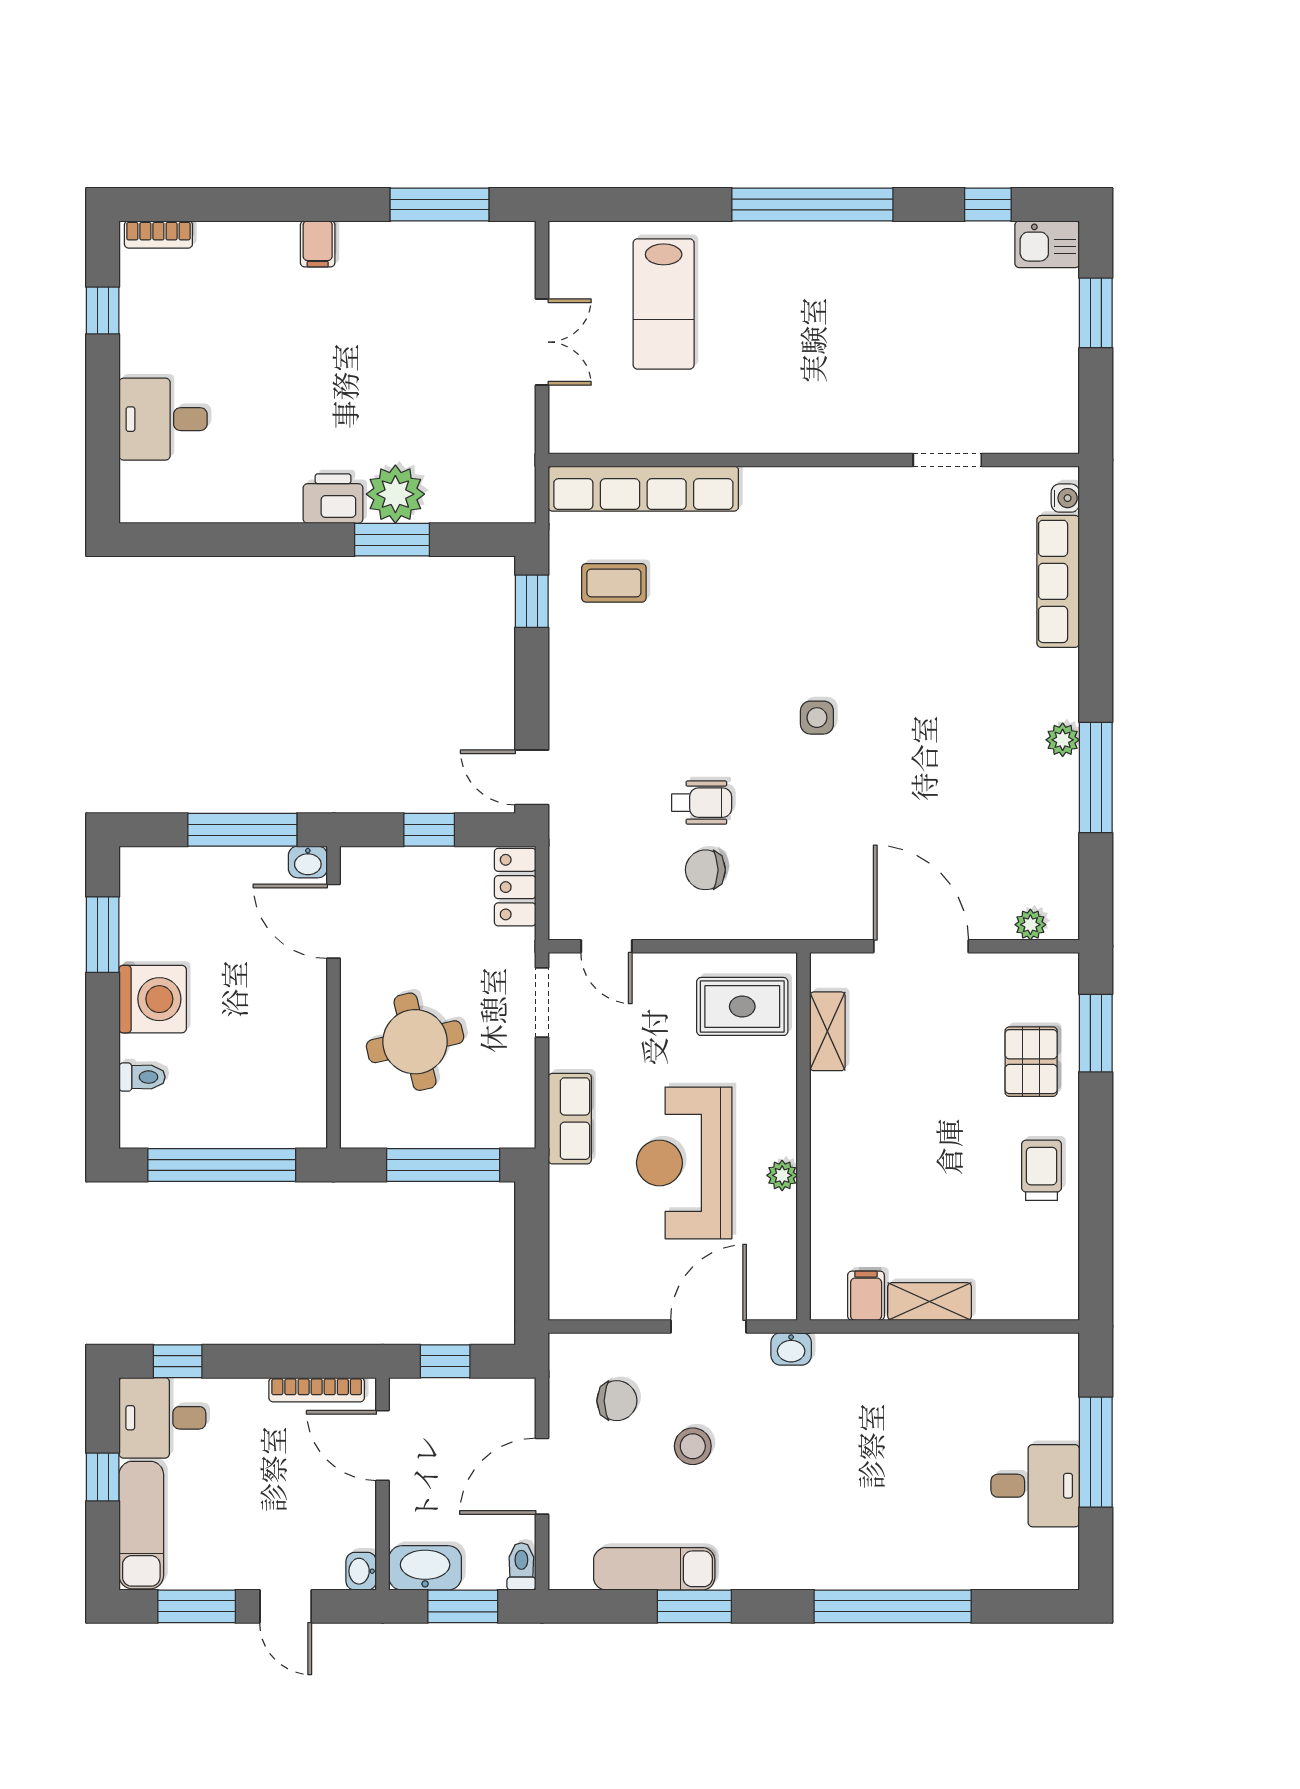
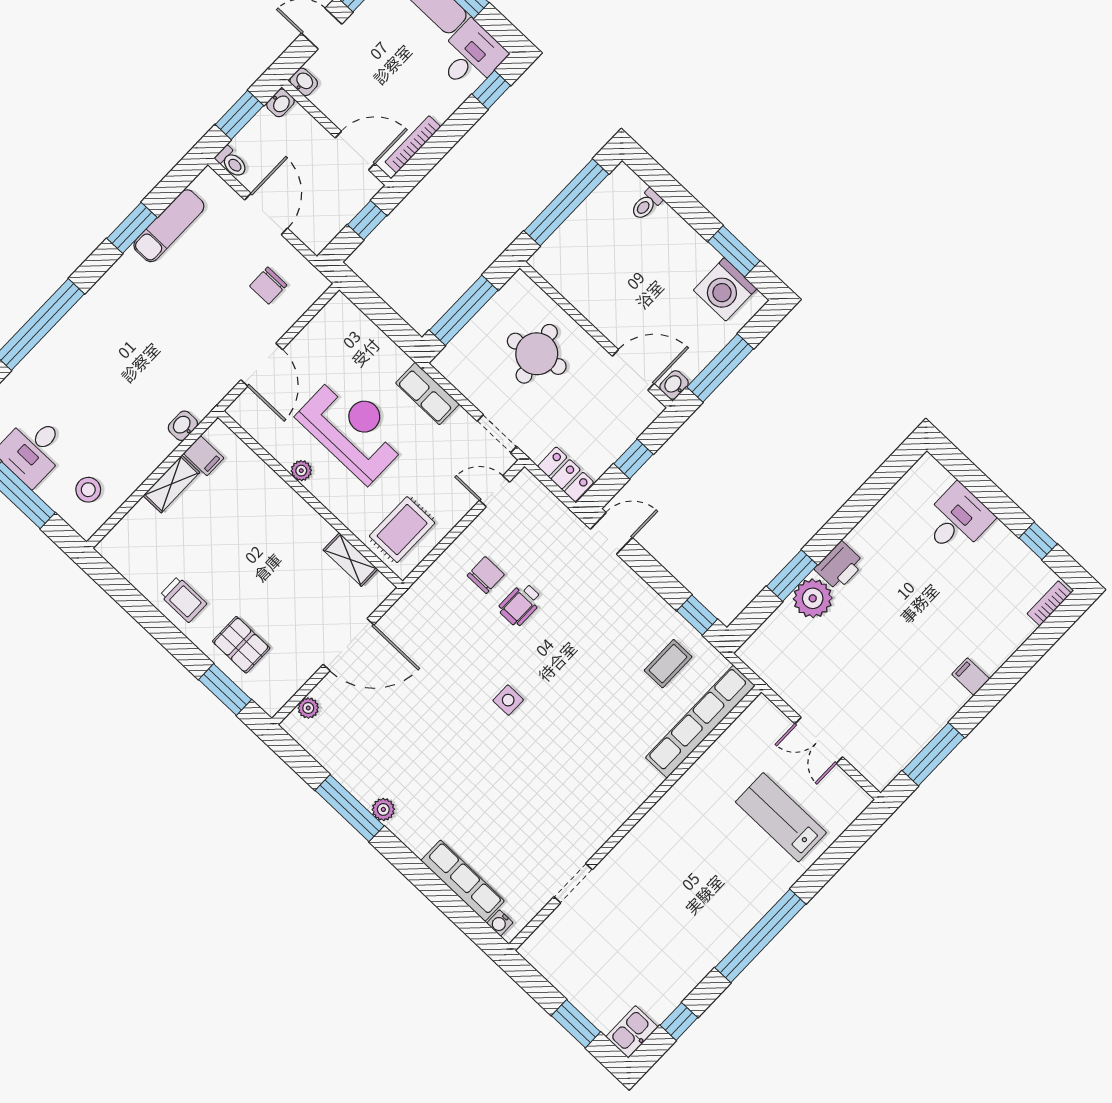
washing machine: (153, 999) -> (725, 289), moved
washbasin: (791, 1349) -> (183, 426), moved
stool: (693, 1446) -> (88, 490), moved
washbasin: (425, 1568) -> (280, 103), width x0.52, depth x0.69

